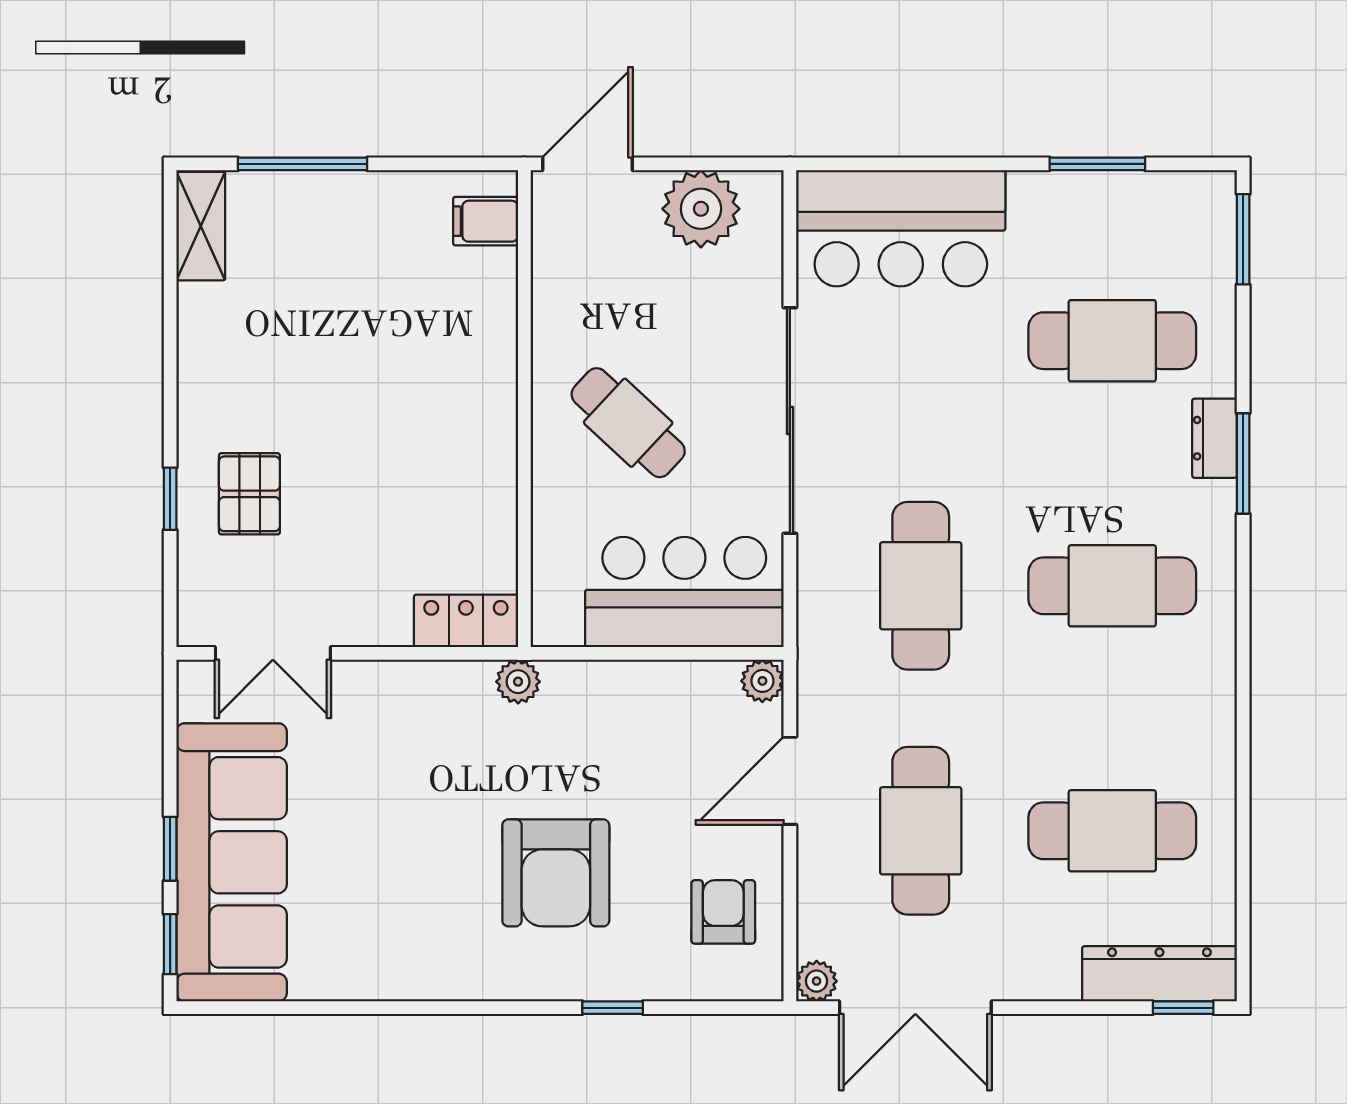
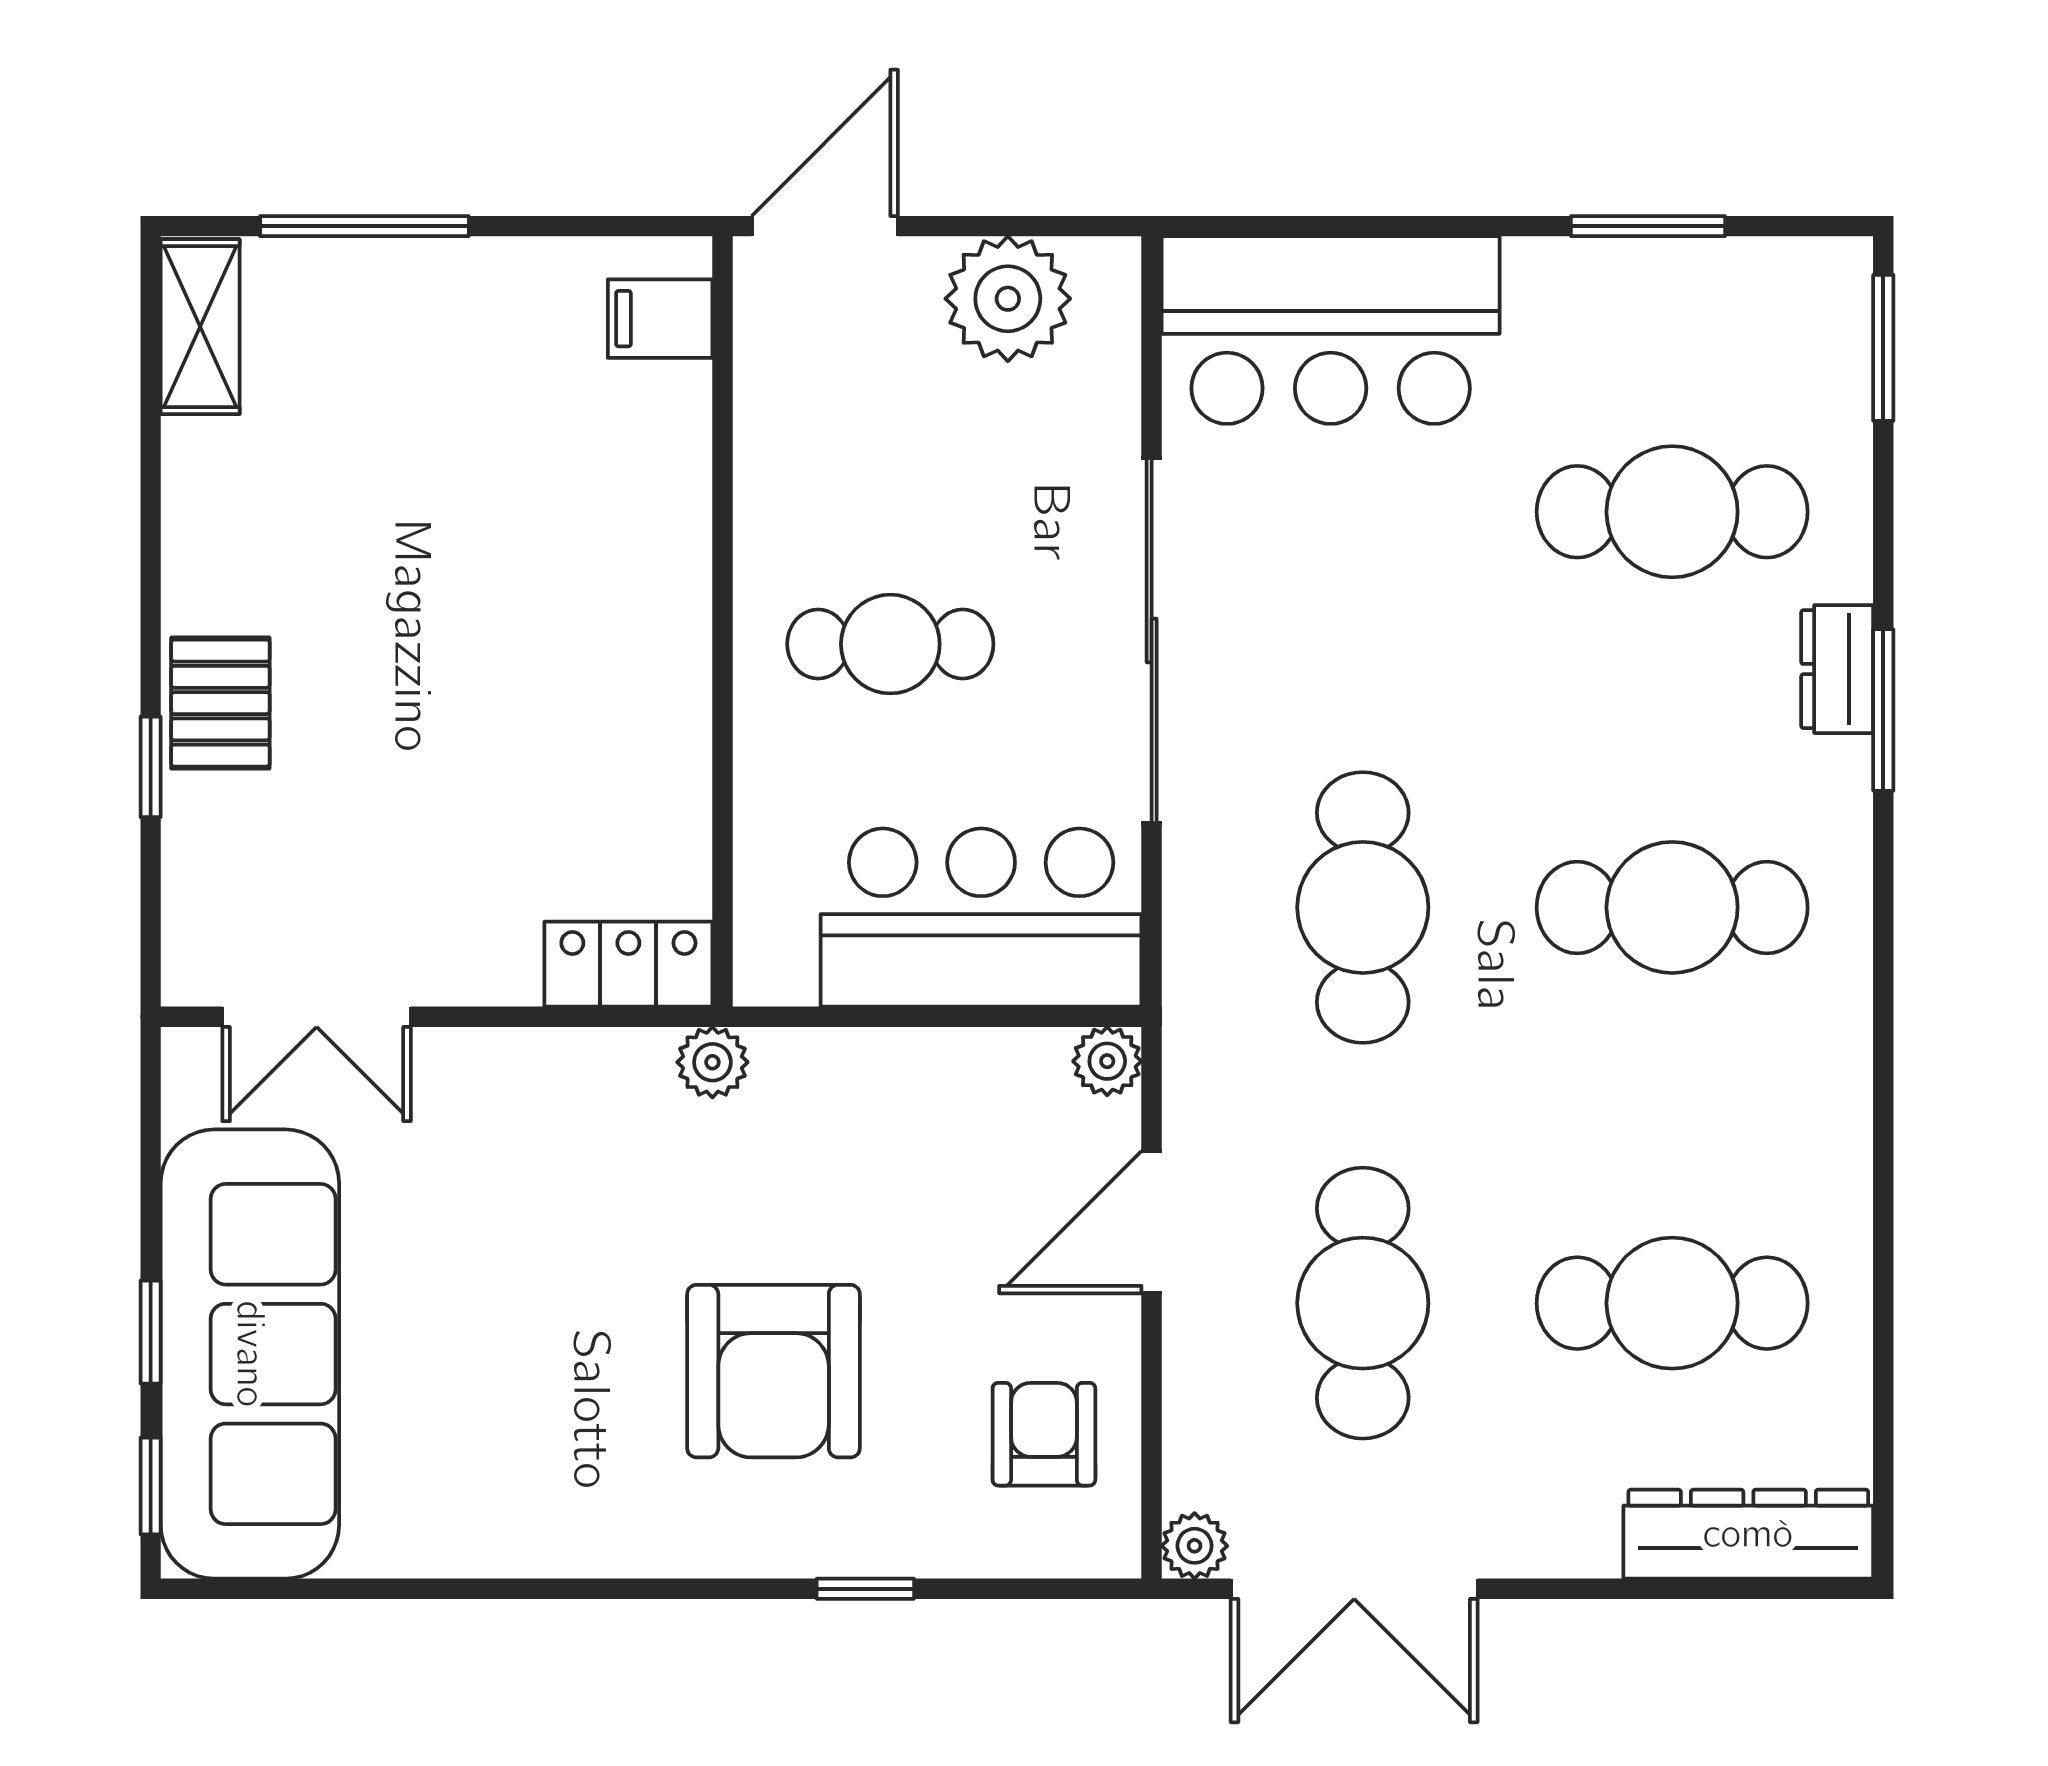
cafe table: (628, 423) -> (890, 644), turned -43
pallet: (249, 494) -> (220, 703), moved
window: (1183, 1008) -> (1786, 1589), removed

